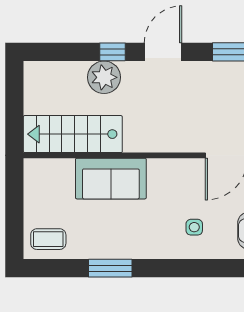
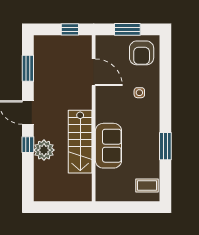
stairs: (73, 134) -> (80, 142), moved
coffee table: (48, 239) -> (147, 186), turned 90

